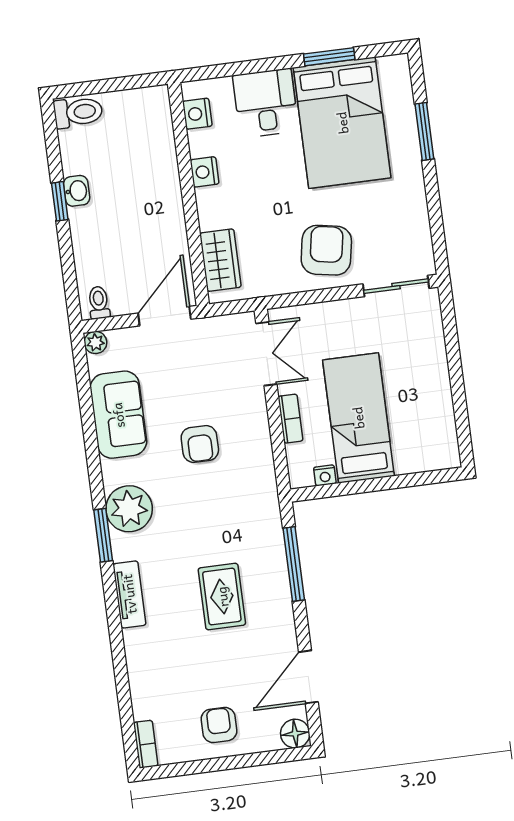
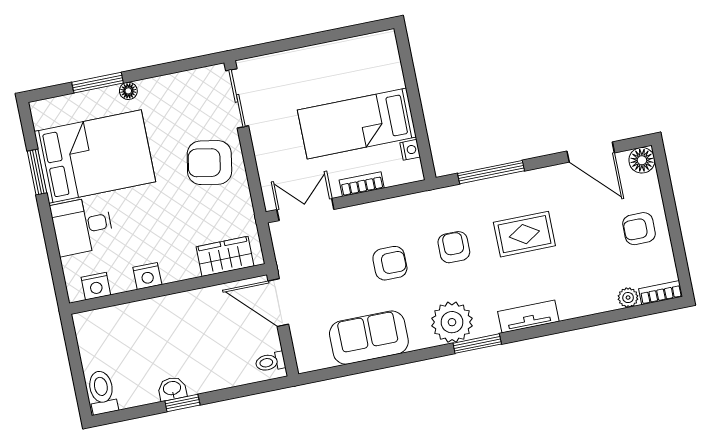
floor lamp: (413, 165) -> (128, 91), added
plant: (95, 342) -> (628, 298), moved
armchair: (213, 517) -> (454, 247), added

